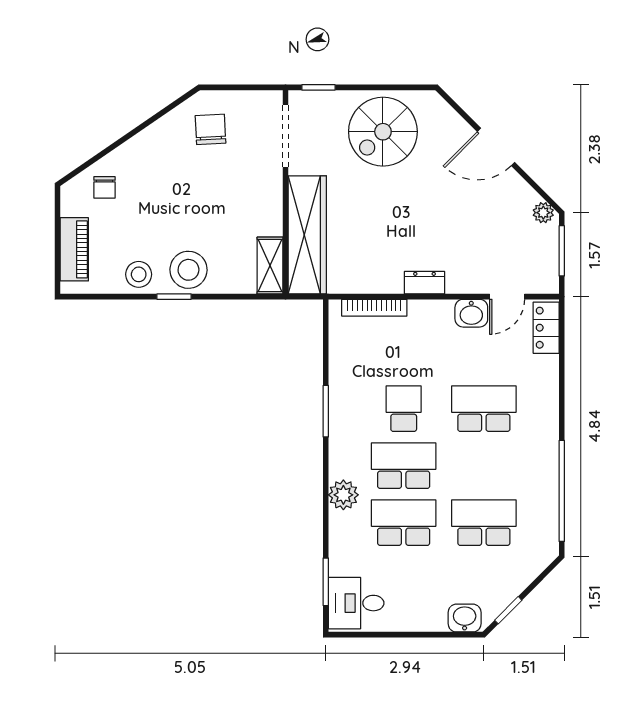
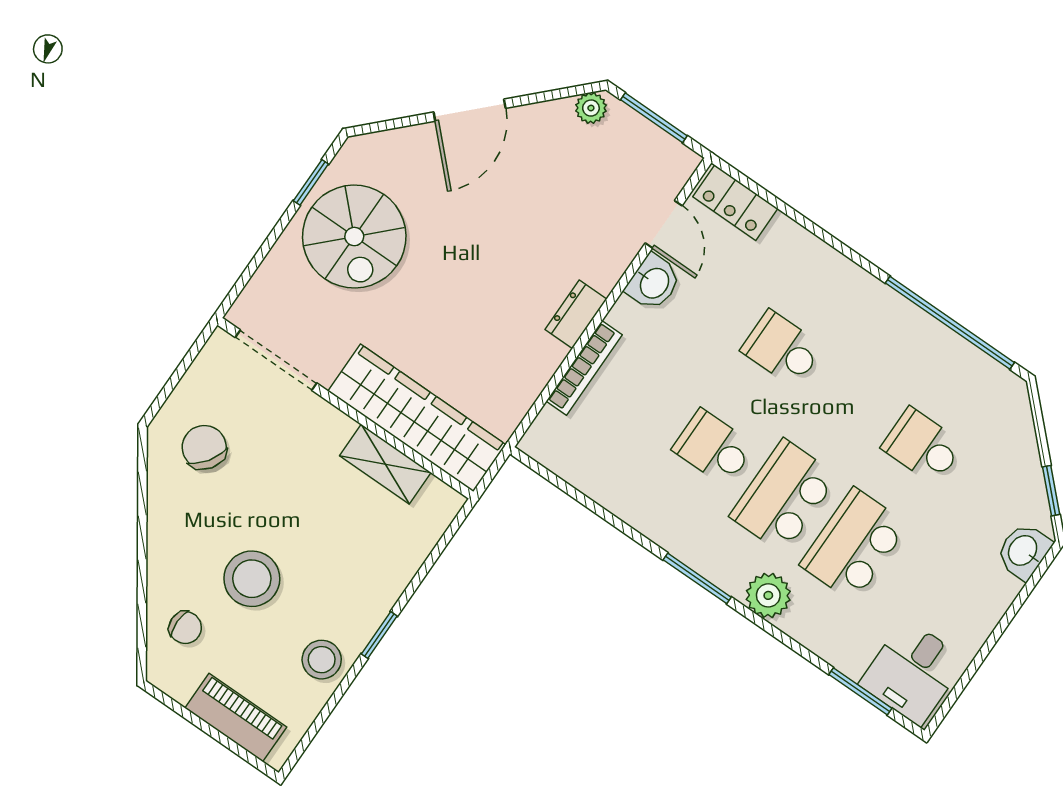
window: (318, 87) -> (311, 182), moved
chair: (210, 129) -> (204, 447), turned 38
shelving: (270, 266) -> (385, 464), moved
stool: (188, 270) -> (252, 579), moved
bookcase: (374, 308) -> (584, 368), moved
school desk: (484, 409) -> (782, 349), width x0.54
window: (326, 411) -> (697, 578), moved
school desk: (484, 523) -> (922, 446), width x0.54

